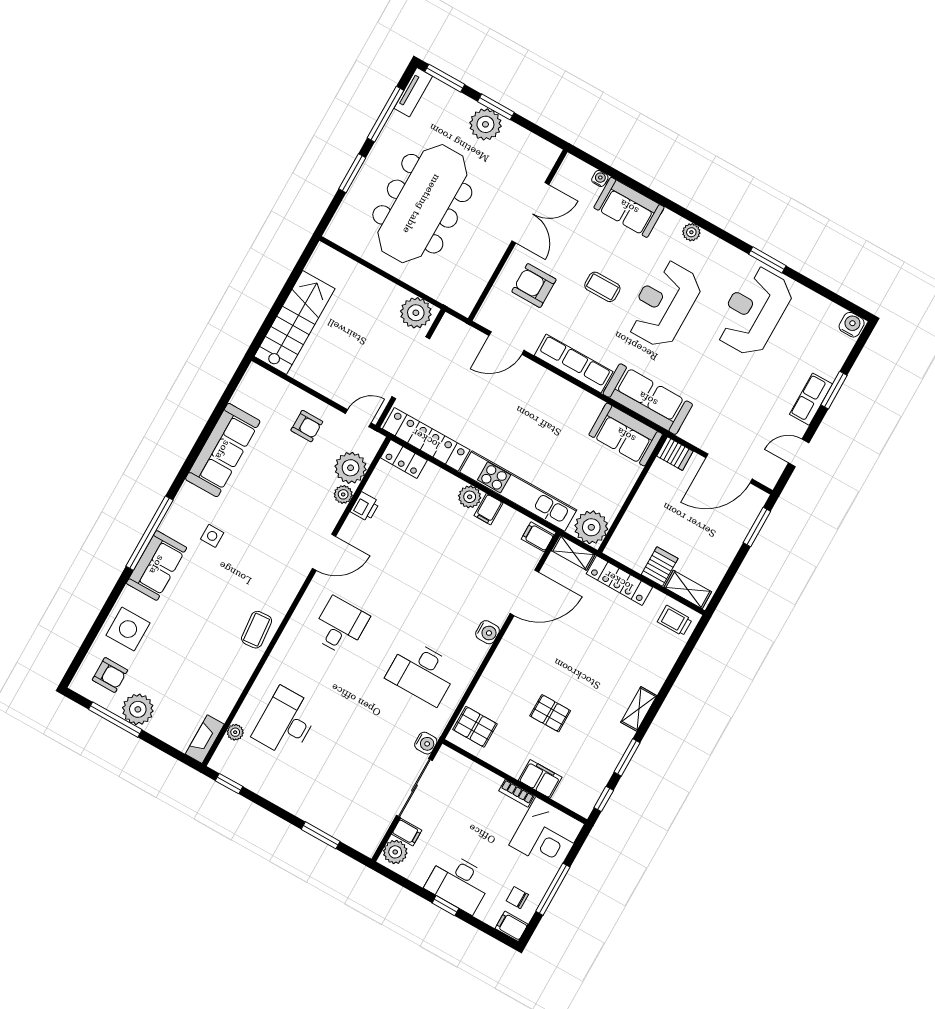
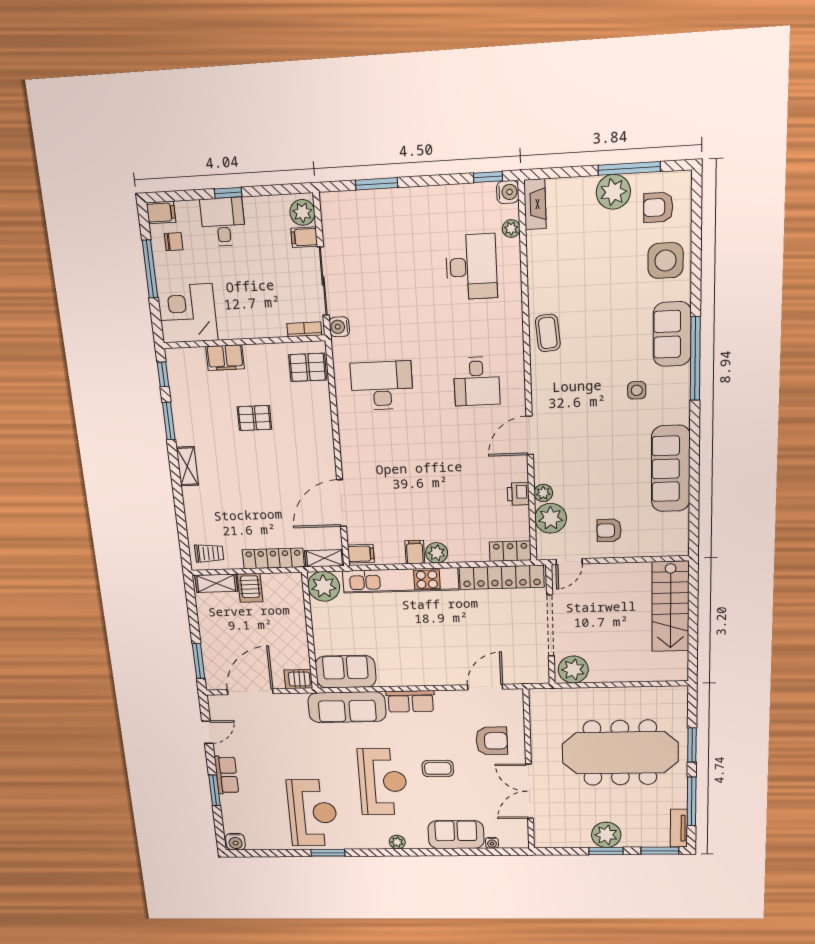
meeting table: (422, 204) -> (620, 753), turned 90
row of seats: (574, 364) -> (411, 701), width x0.68
water cooler: (488, 632) -> (508, 192), moved, turned 180
bookcase: (517, 793) -> (304, 329), moved
desk: (459, 883) -> (223, 222), width x0.73

